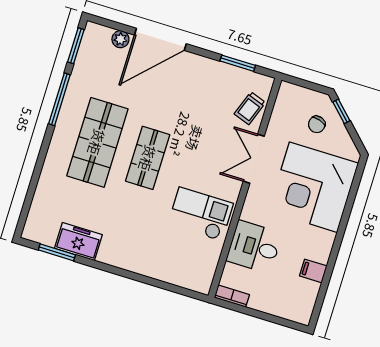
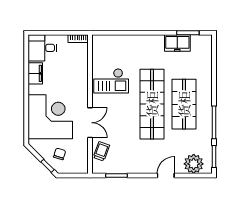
plant: (120, 39) -> (194, 164), width x1.87, depth x1.87
door: (160, 39) -> (166, 175), width x0.53
shop shelf: (148, 158) -> (152, 104), width x2.00, depth x1.36
desk: (254, 247) -> (42, 48), moved, turned 180
filing cabinet: (313, 271) -> (35, 73), width x2.00

